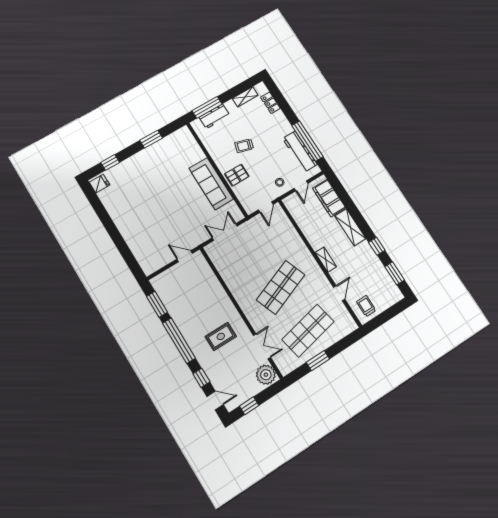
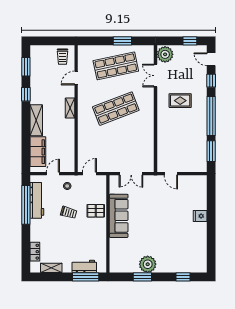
trolley: (244, 146) -> (69, 212), moved
plant: (153, 154) -> (148, 264), added
fridge: (99, 184) -> (200, 216), moved

